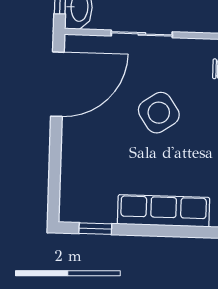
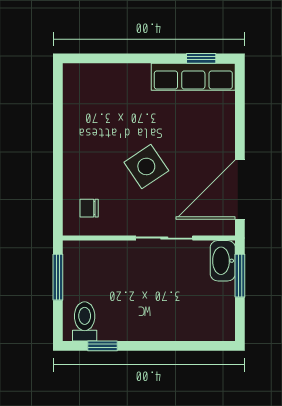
row of seats: (164, 211) -> (193, 77), moved

